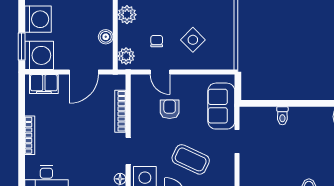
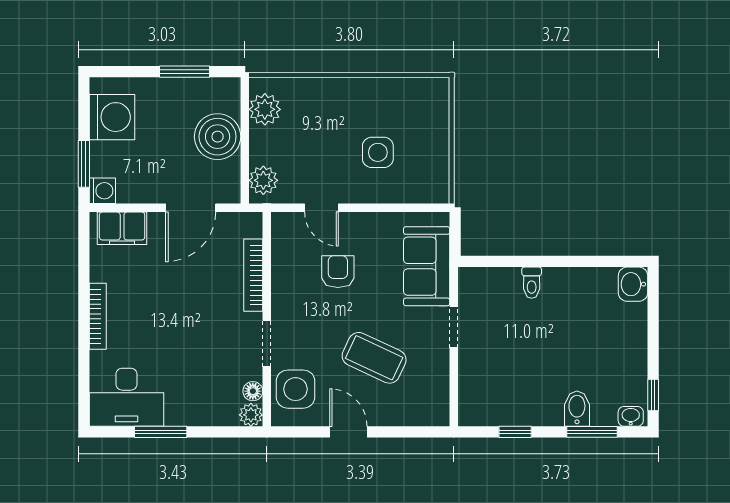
boiler: (106, 37) -> (218, 137), width x1.86, depth x1.86
side table: (193, 40) -> (378, 152), turned 45
chair: (157, 41) -> (316, 155), removed
washing machine: (39, 55) -> (102, 191), width x0.53, depth x0.53

